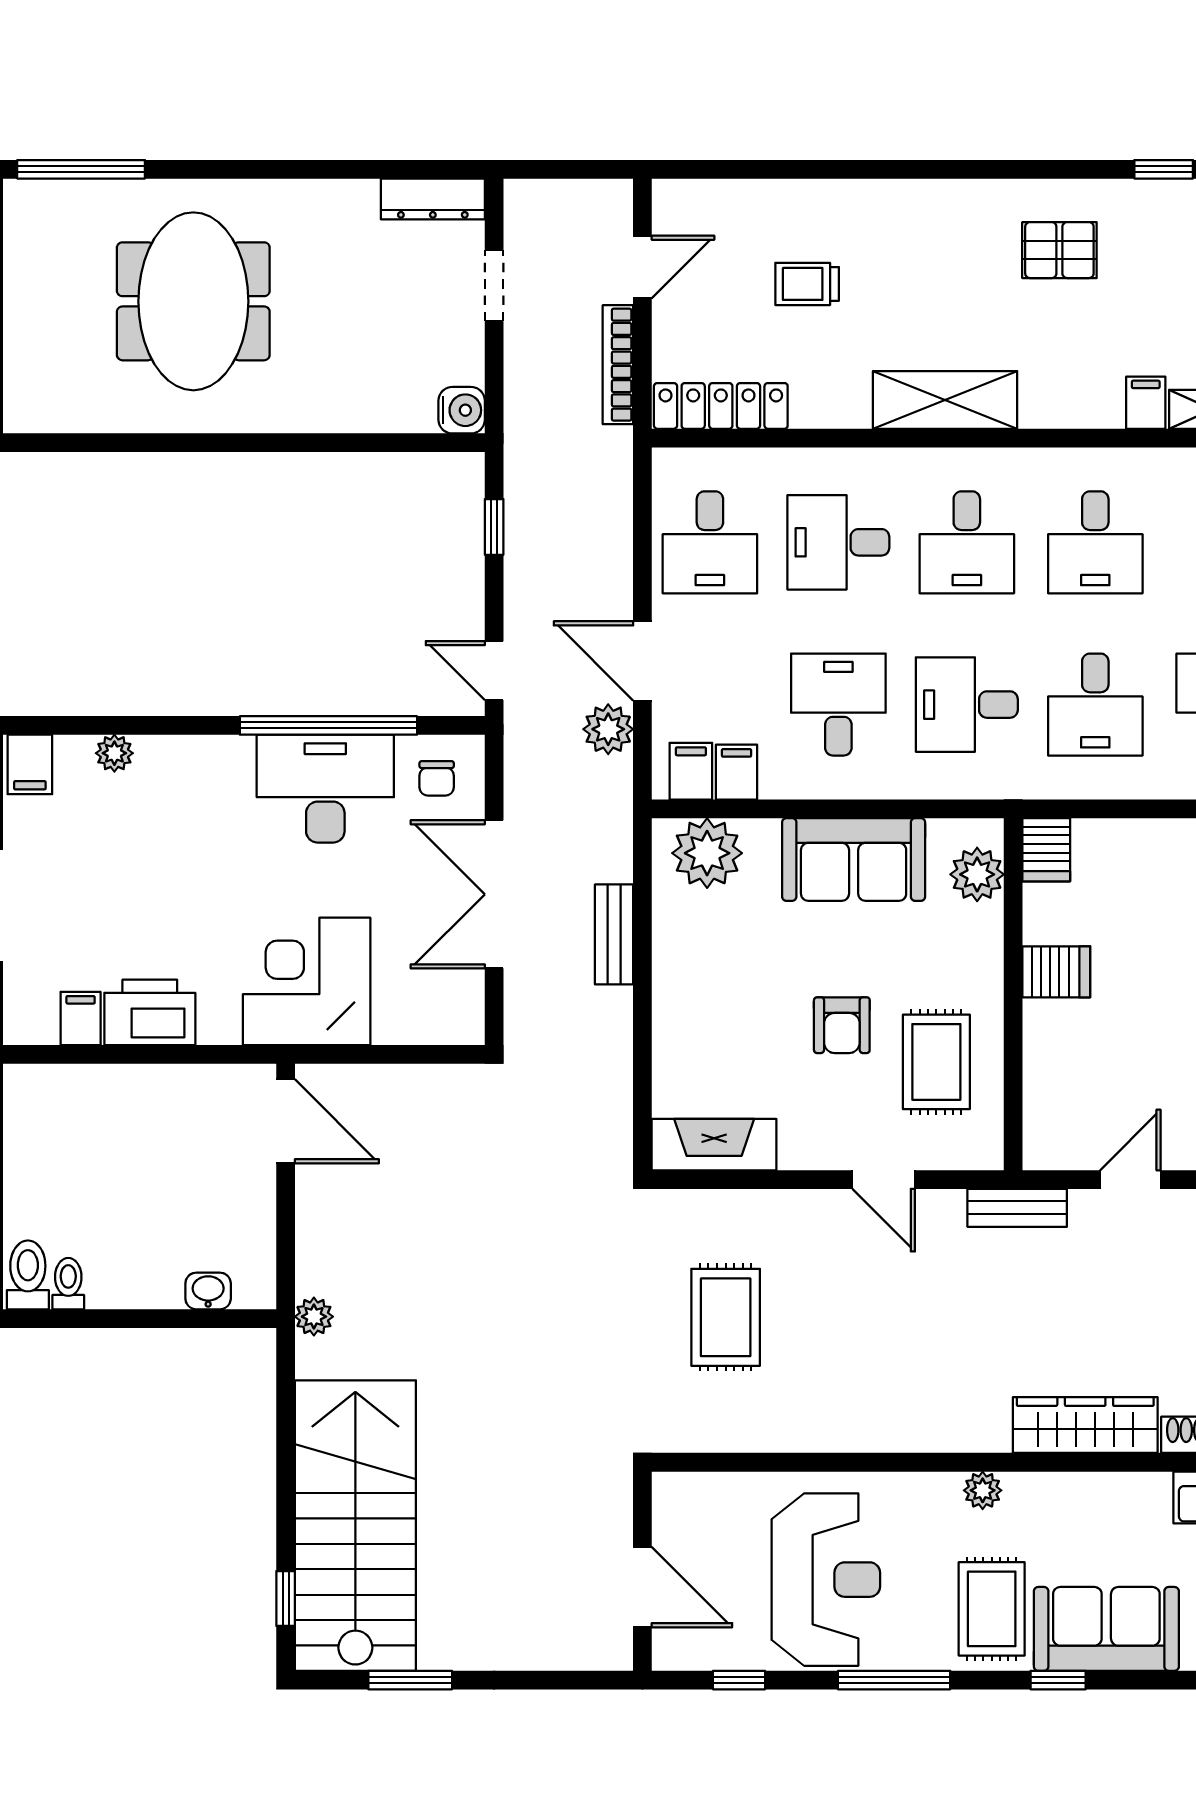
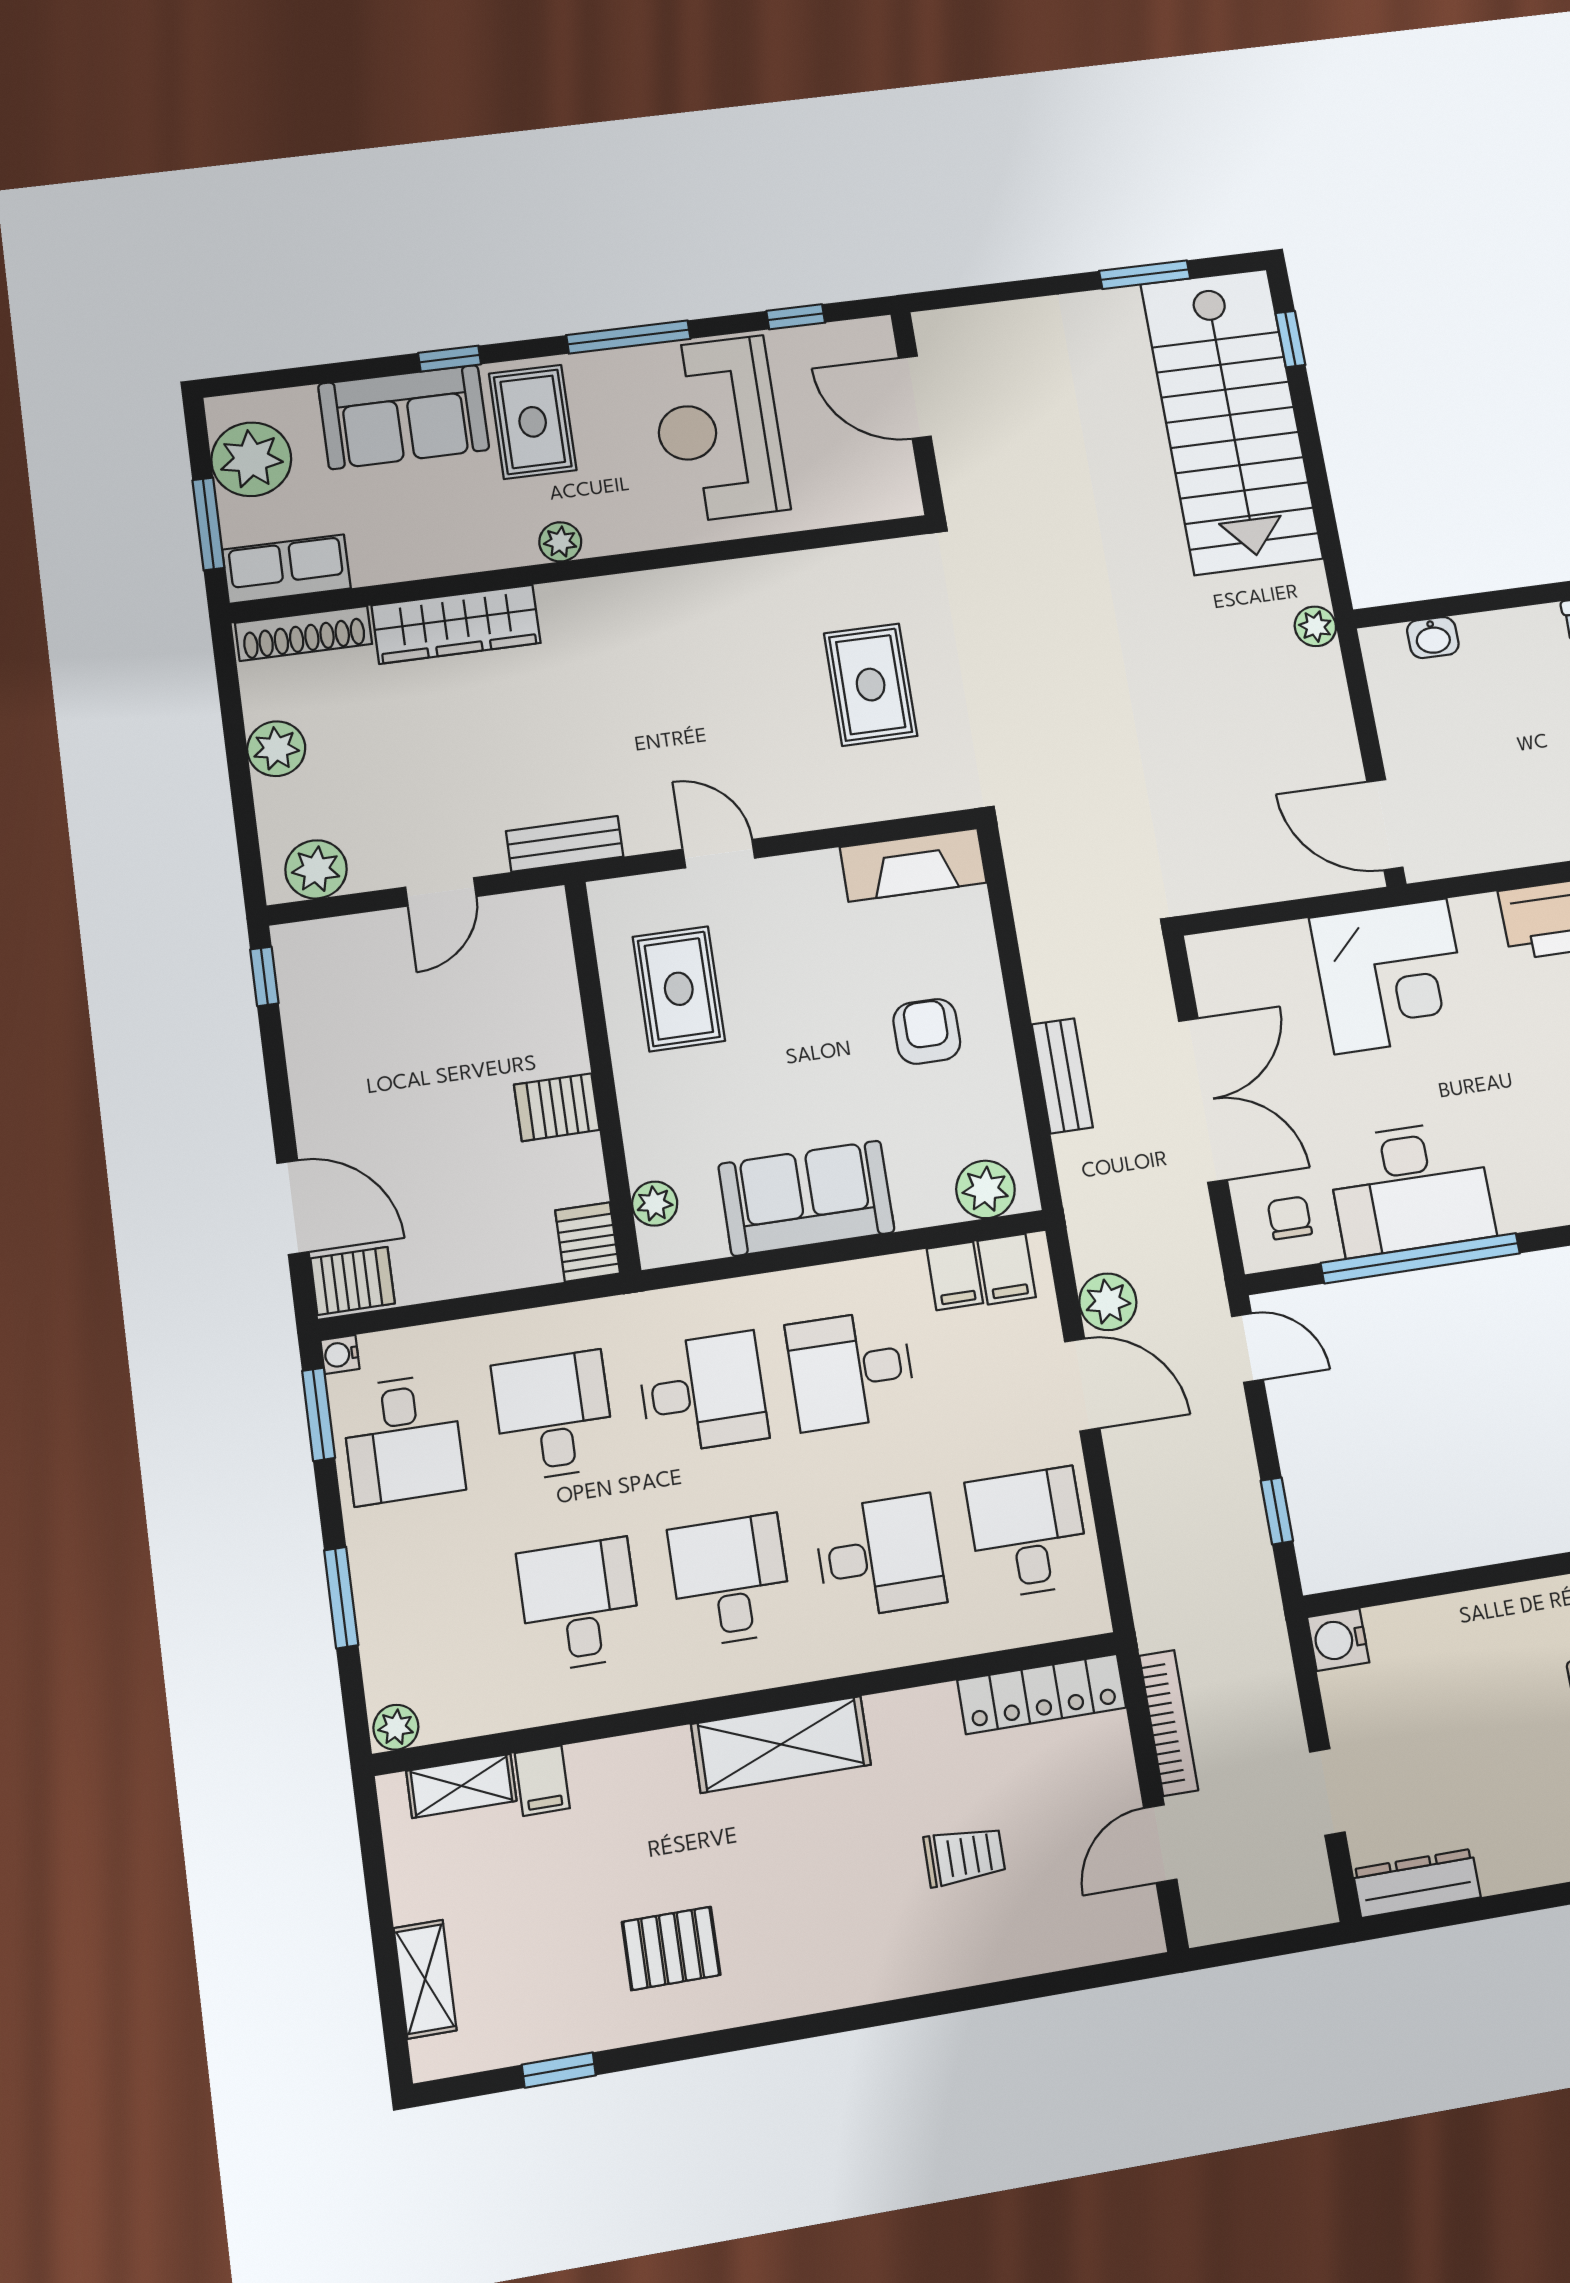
desk: (838, 705) -> (851, 1370), turned 90
plant: (707, 853) -> (985, 1189), width x0.73, depth x0.73
plant: (977, 874) -> (655, 1204), width x0.73, depth x0.73
armchair: (842, 1025) -> (927, 1031), moved

